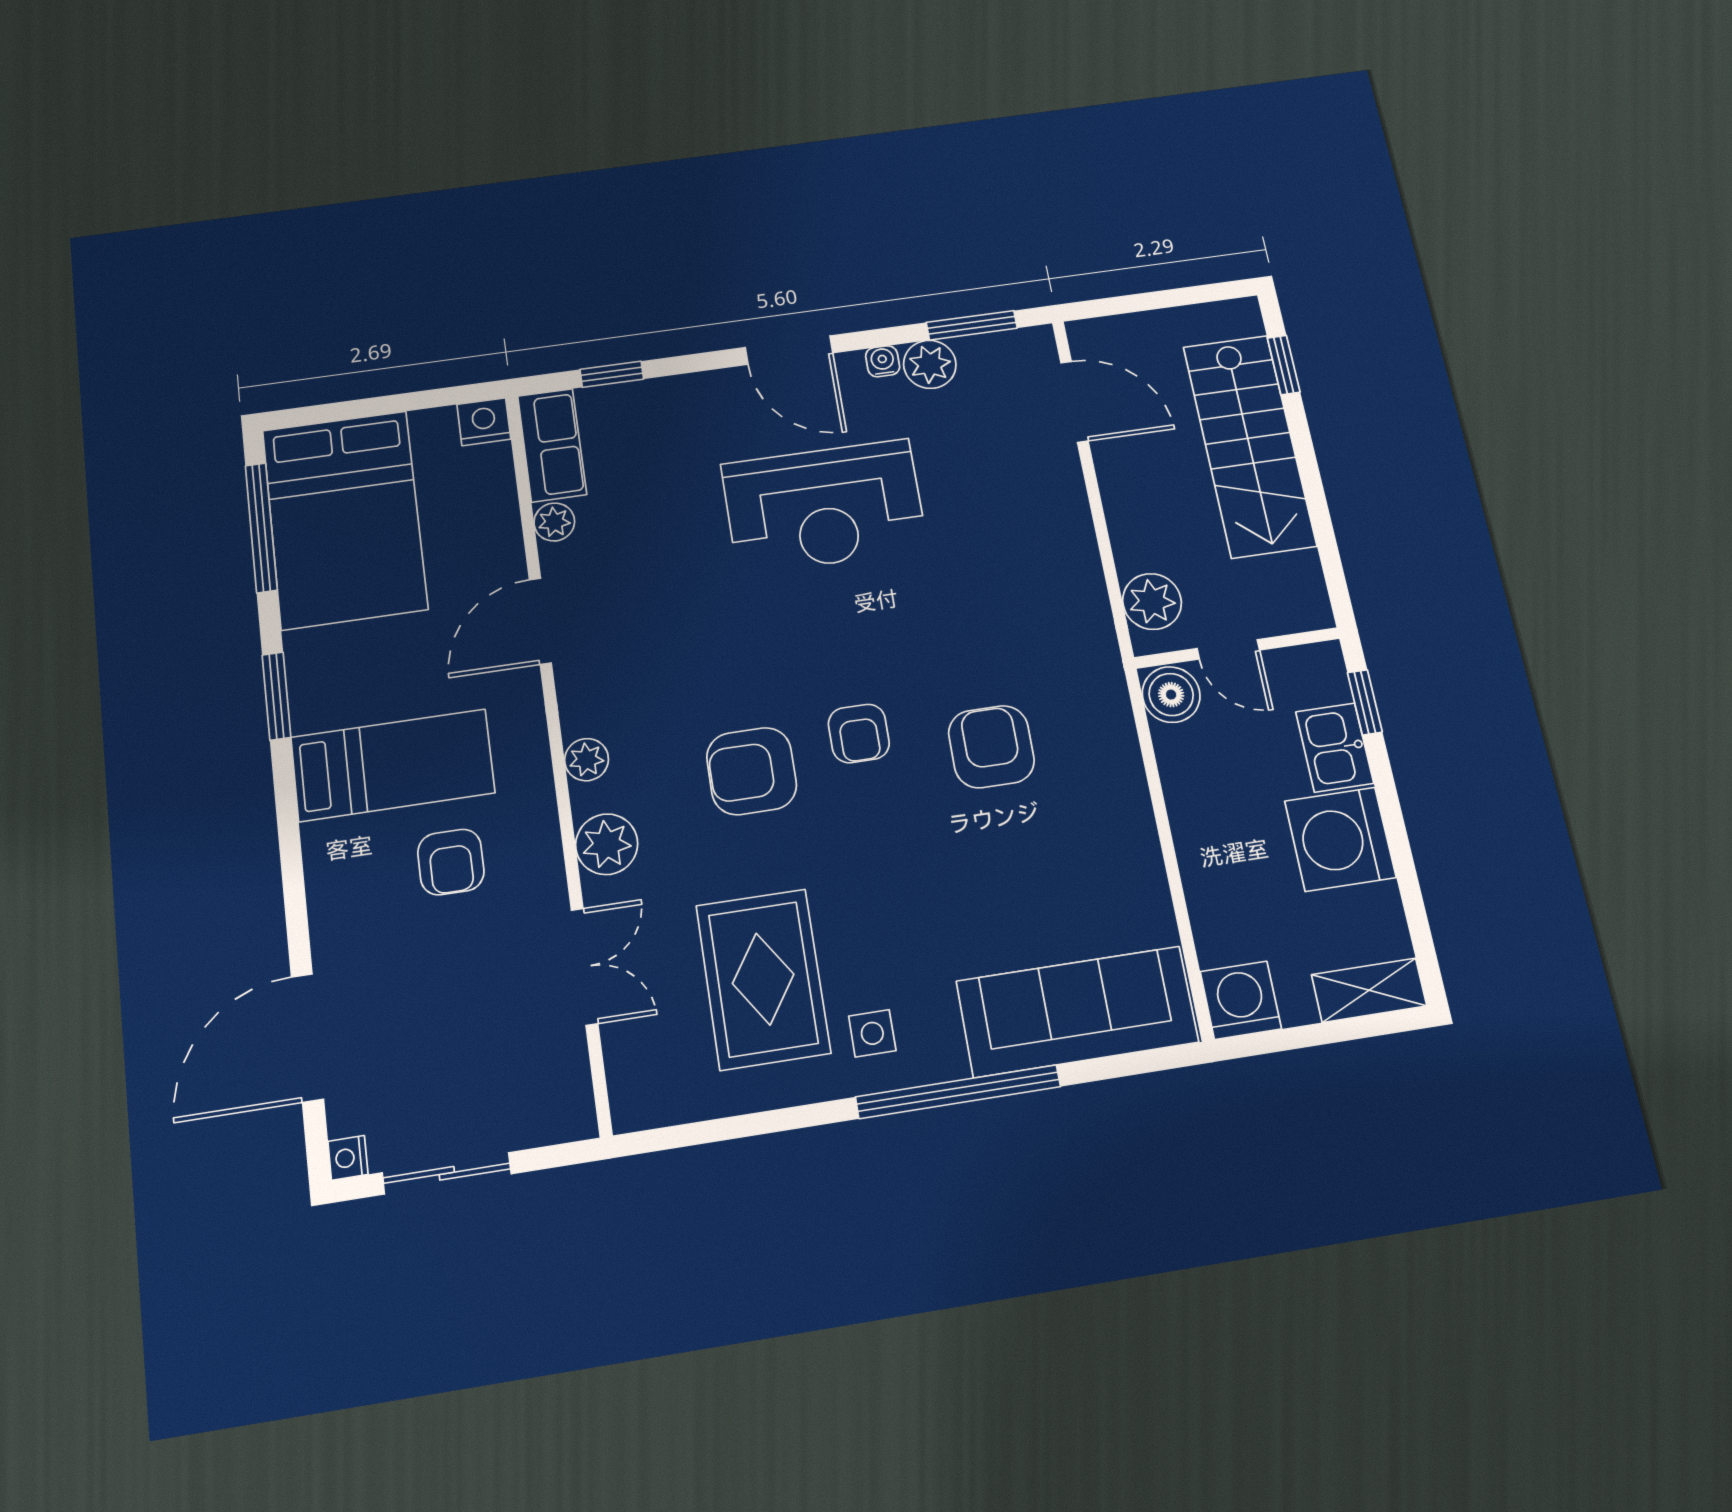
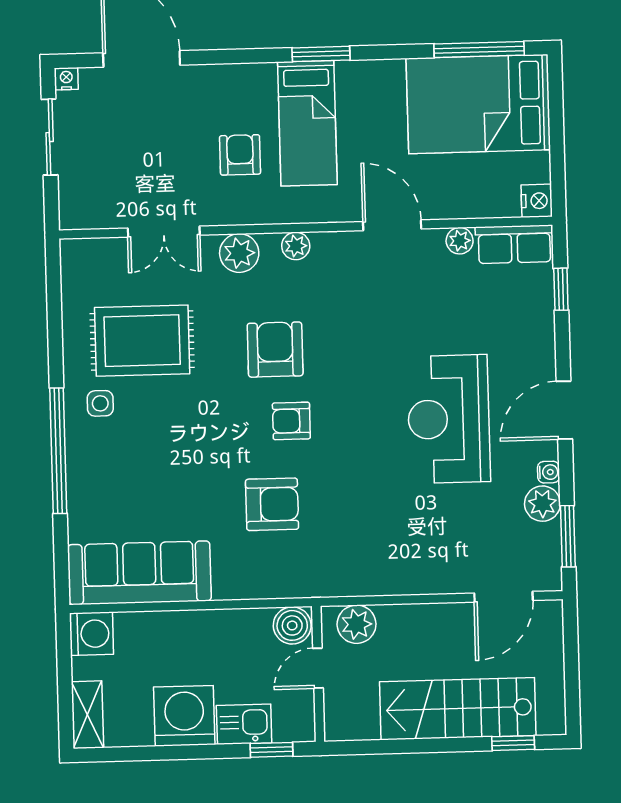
window: (276, 696) -> (321, 54), moved
armchair: (451, 862) -> (240, 155), turned 90
sofa: (1077, 1012) -> (139, 573), moved, turned -90

